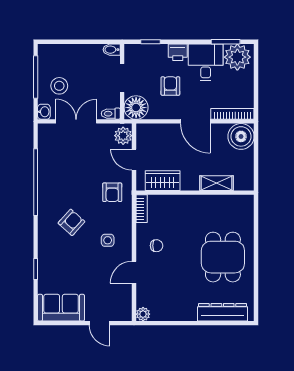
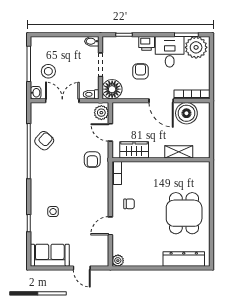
boiler: (241, 136) -> (186, 113), moved
armchair: (71, 222) -> (44, 141), moved
side table: (108, 240) -> (53, 212), moved

